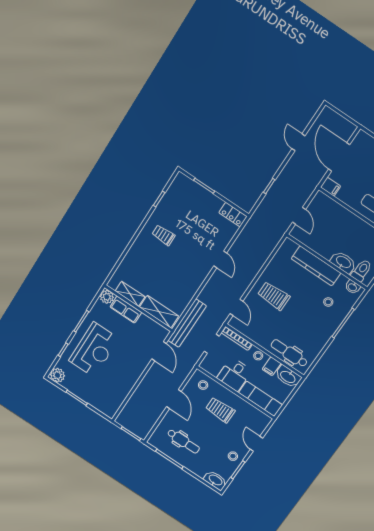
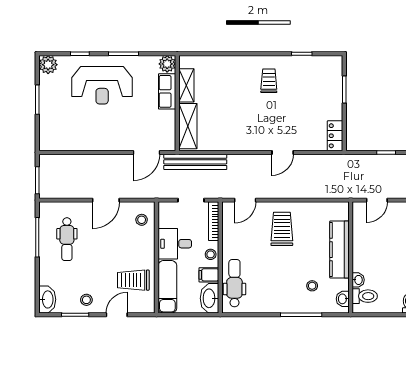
washbasin: (343, 262) -> (358, 280), width x0.52, depth x0.69
trolley: (220, 410) -> (133, 280), moved, turned -90

